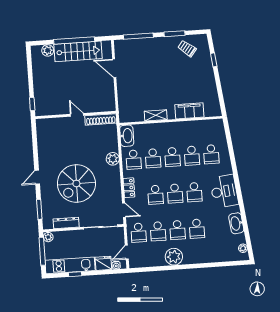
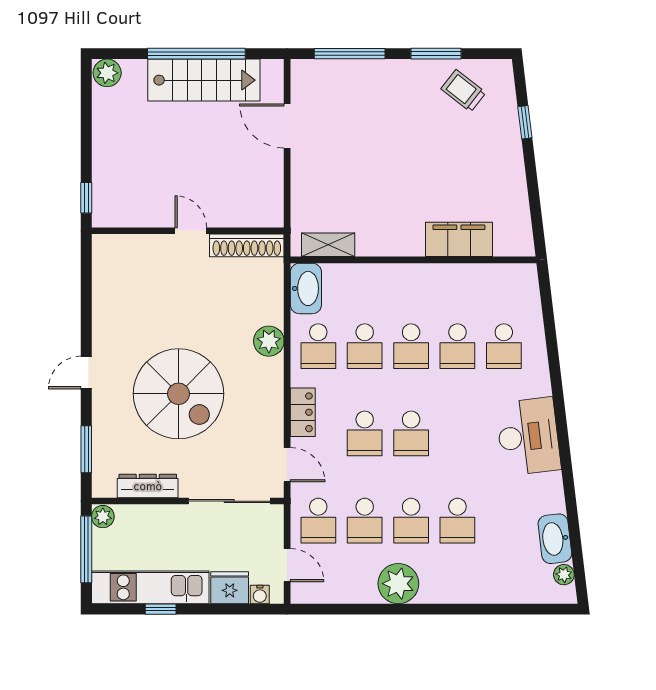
plant: (48, 50) -> (107, 73), moved
shelving: (156, 115) -> (328, 245), moved
spiral stairs: (76, 183) -> (179, 394), turned -90
school desk: (194, 192) -> (457, 433), removed
washbasin: (236, 223) -> (555, 539), moved
door: (127, 252) -> (287, 565), swing flipped

